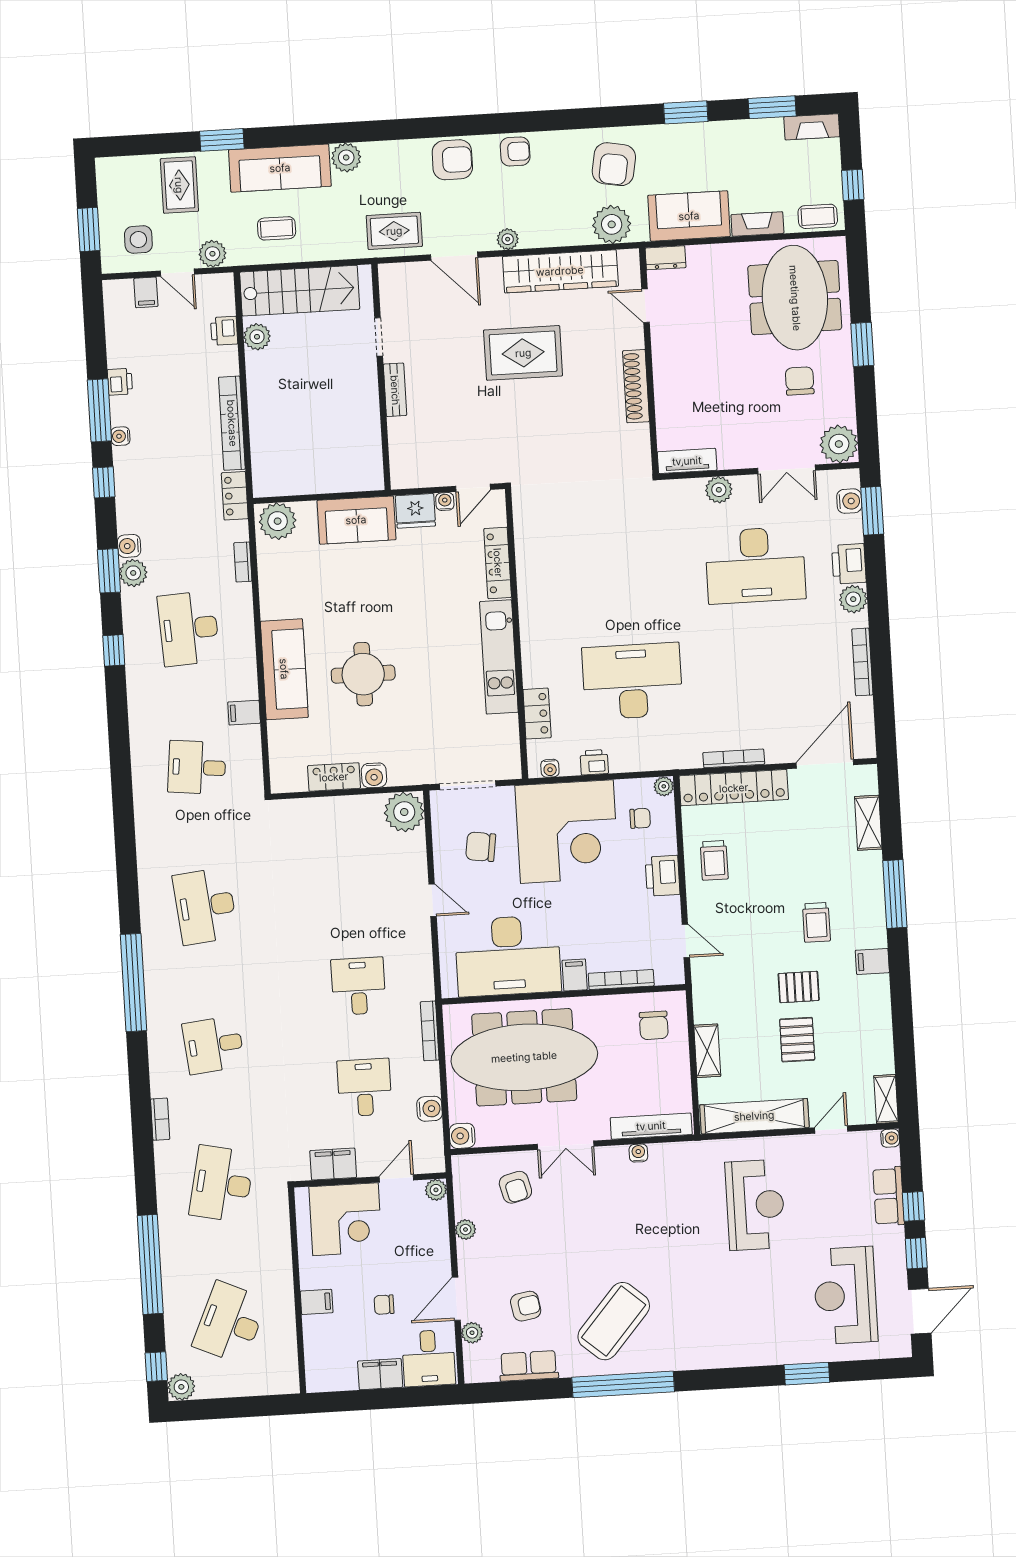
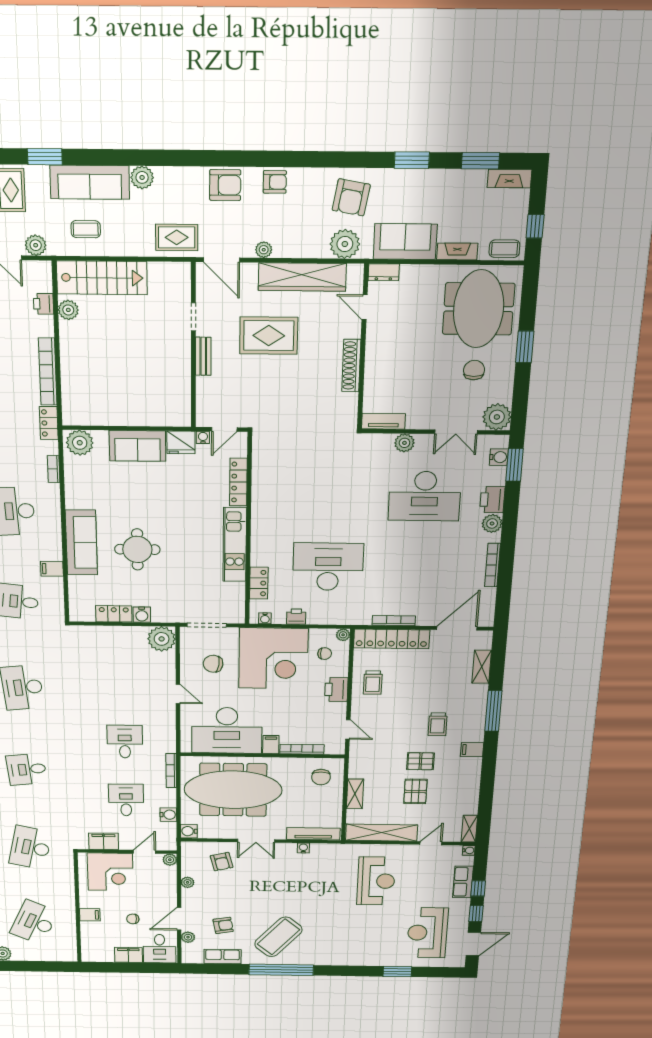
doorway: (379, 337) -> (193, 317), moved
wall: (381, 377) -> (193, 346), moved
bench: (395, 390) -> (203, 356), moved

